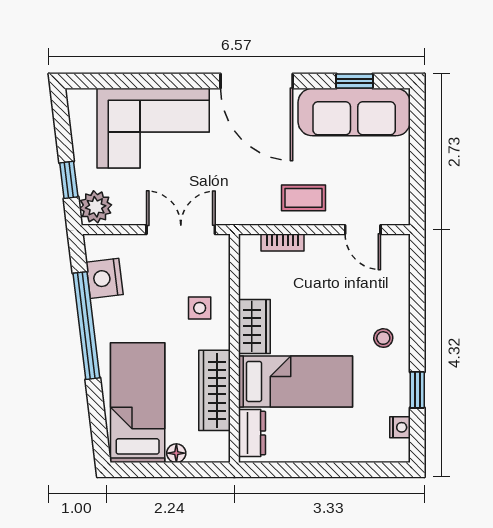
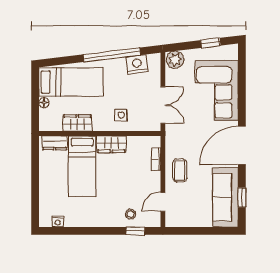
window: (69, 180) -> (210, 43), moved
stool: (383, 338) -> (131, 214), moved
wardrobe: (215, 390) -> (77, 123), width x0.67
window: (417, 390) -> (135, 231), moved

